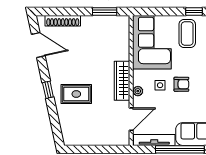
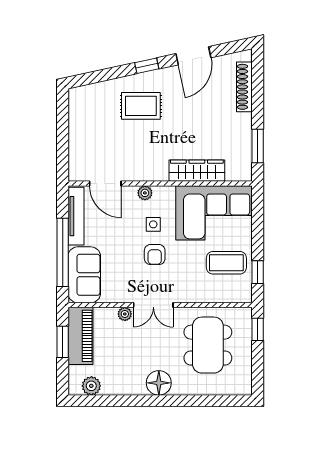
door: (38, 45) -> (193, 56), moved
wardrobe: (122, 81) -> (197, 171), moved
rug: (76, 94) -> (141, 106), turned 90

